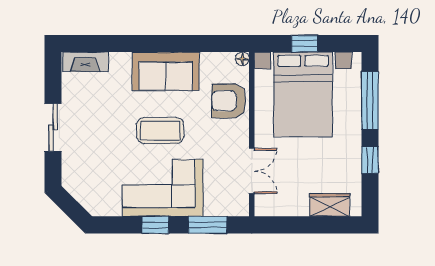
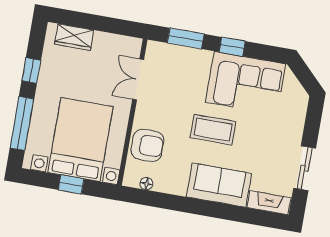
floor lamp: (242, 59) -> (146, 184), moved
sofa: (166, 71) -> (219, 185), moved
sliding door: (53, 127) -> (305, 168), moved
corner sofa: (163, 188) -> (246, 83), moved

